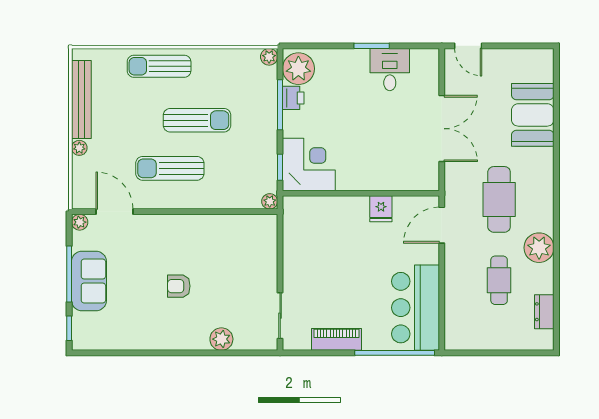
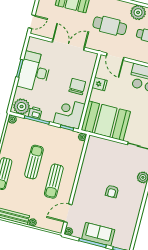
desk: (390, 70) -> (34, 72), width x1.87, depth x1.30
chair: (365, 167) -> (77, 87), added
booth: (313, 239) -> (106, 121), added

